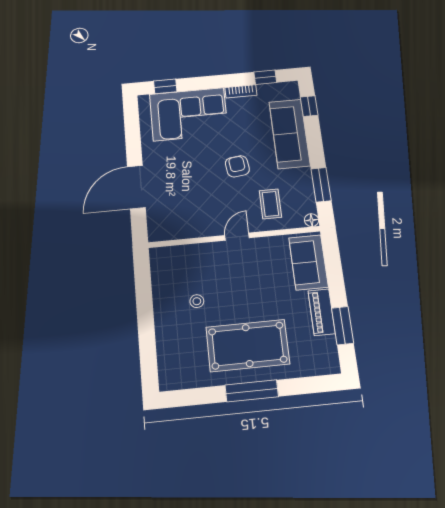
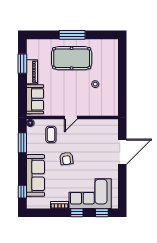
window: (265, 77) -> (77, 213), moved

